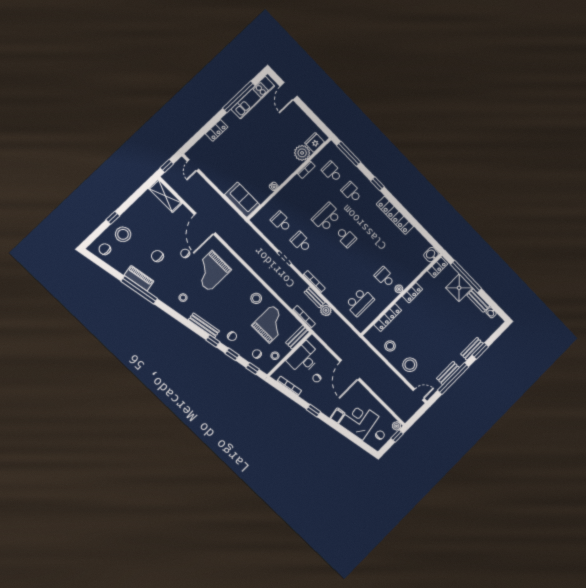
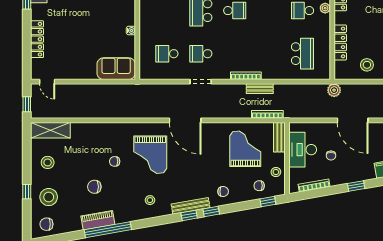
locker: (217, 130) -> (37, 39), width x1.53
door: (205, 224) -> (185, 120), moved
stool: (256, 298) -> (48, 162), moved
plant: (326, 310) -> (334, 90), moved
window: (232, 354) -> (189, 215), moved

